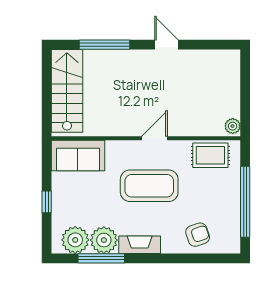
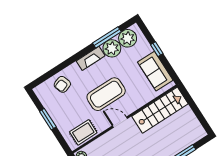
stairs: (67, 91) -> (160, 110), moved, turned -90
door: (155, 138) -> (120, 122), swing flipped
sofa: (78, 155) -> (155, 71), moved, turned -90
window: (245, 202) -> (48, 119), width x0.47

